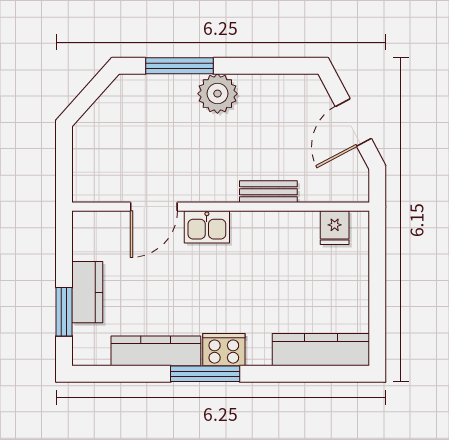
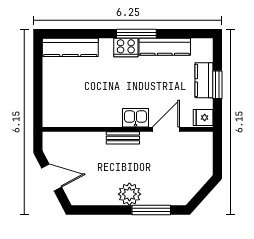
door: (353, 122) -> (52, 178), hinge flipped
bench: (268, 192) -> (123, 138), moved
fridge: (335, 228) -> (203, 117), moved, turned -90
window: (64, 312) -> (217, 85), moved

